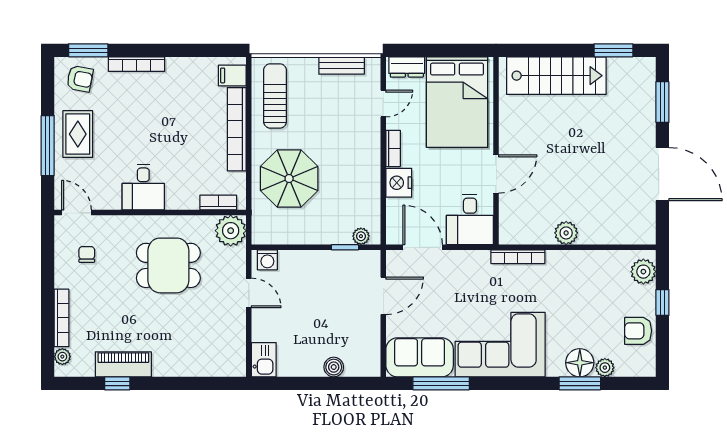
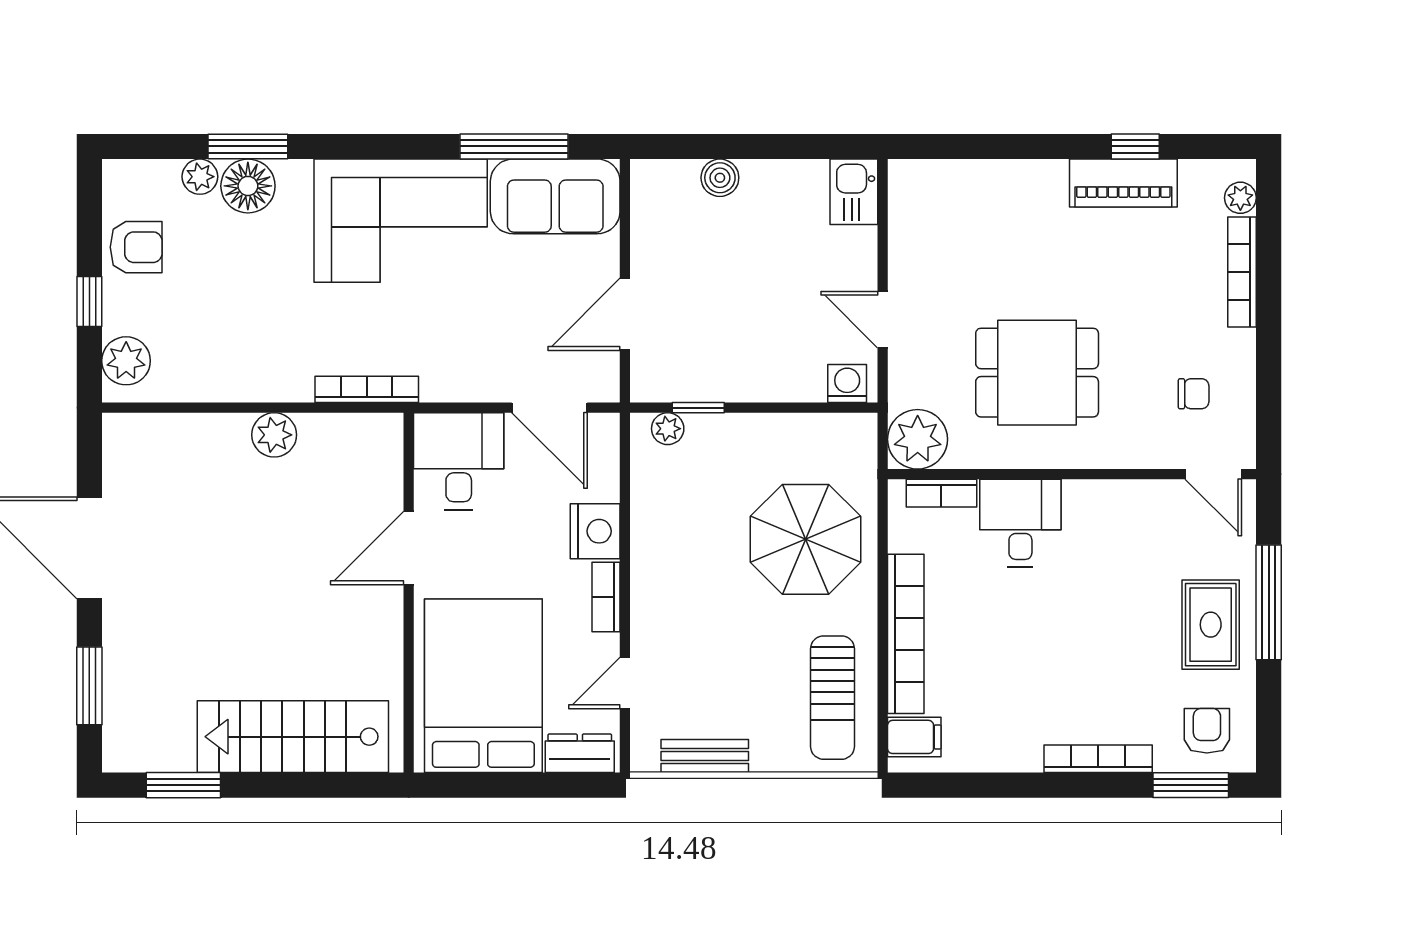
armchair: (80, 79) -> (1207, 731), turned 79
desk: (143, 187) -> (1020, 523), moved
chair: (87, 254) -> (1194, 394), turned -90

